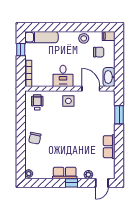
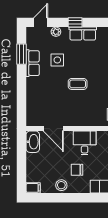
chair: (99, 52) -> (77, 170), moved
side table: (68, 101) -> (57, 60), moved
window: (119, 115) -> (22, 54), moved
coffee table: (69, 128) -> (78, 84), added

